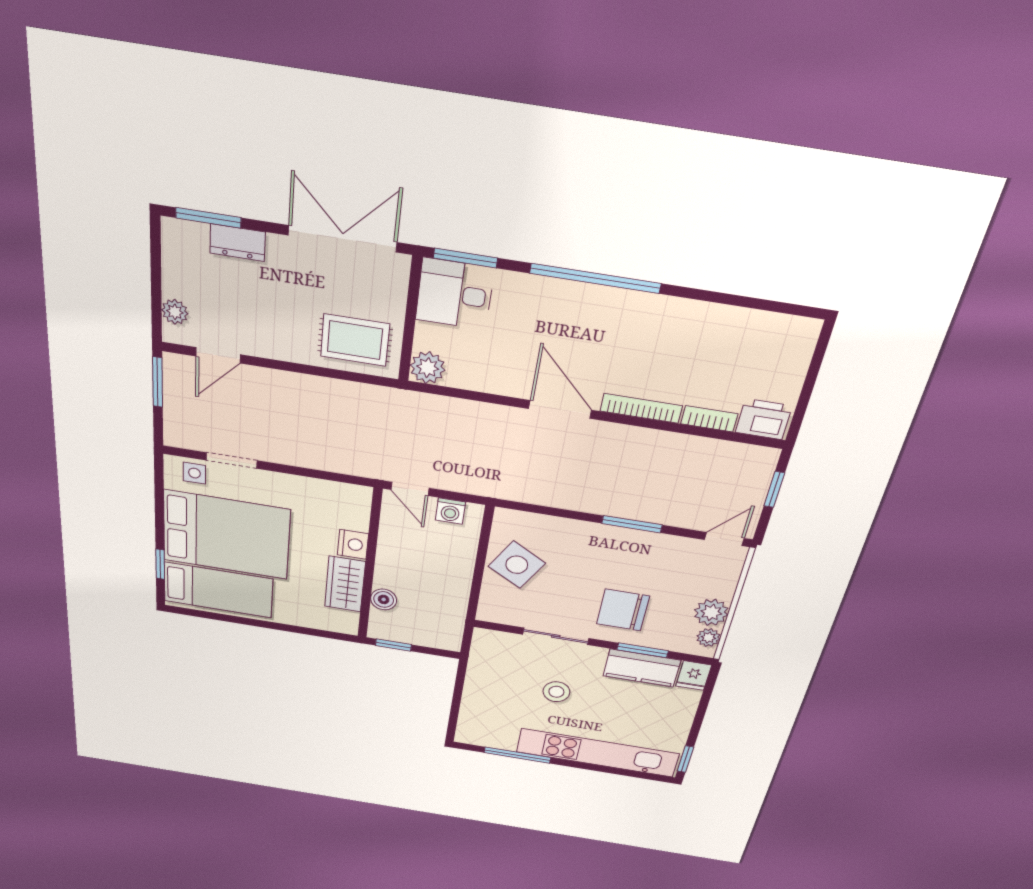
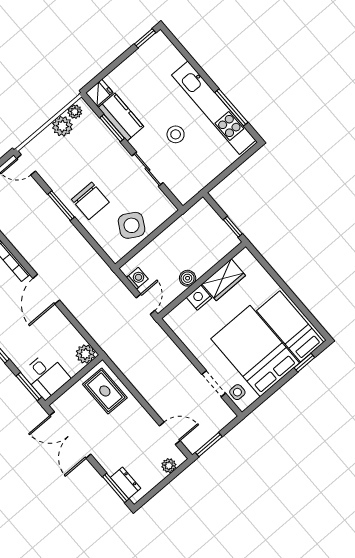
dresser: (238, 243) -> (126, 483), moved
boiler: (384, 599) -> (188, 278), moved
chair: (623, 610) -> (90, 201), moved
kitchen unit: (597, 753) -> (214, 108), moved

